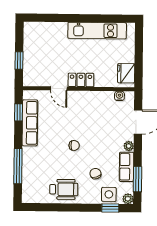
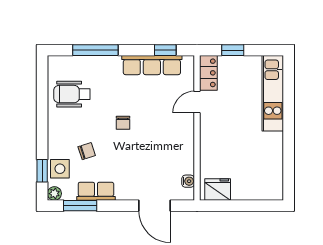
kitchen unit: (97, 31) -> (273, 93), moved
locker: (81, 80) -> (208, 73), moved
plant: (129, 146) -> (123, 194), removed
wheelchair: (64, 189) -> (72, 94), moved, turned 90

